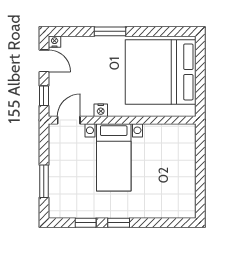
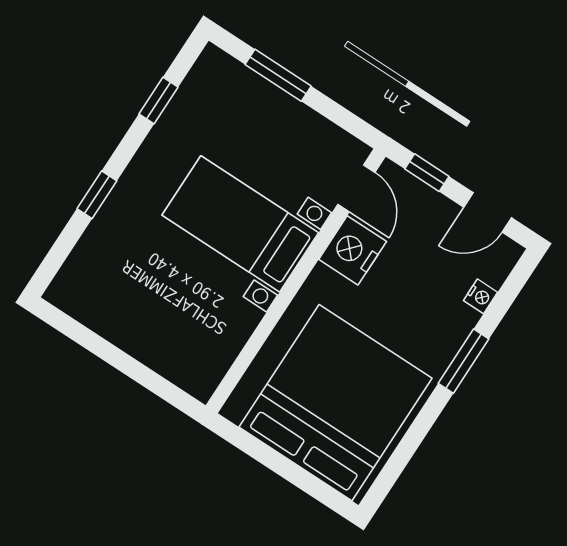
nightstand: (55, 42) -> (480, 296), moved
nightstand: (101, 110) -> (353, 250), width x1.89, depth x1.79
window: (119, 223) -> (97, 195), moved

